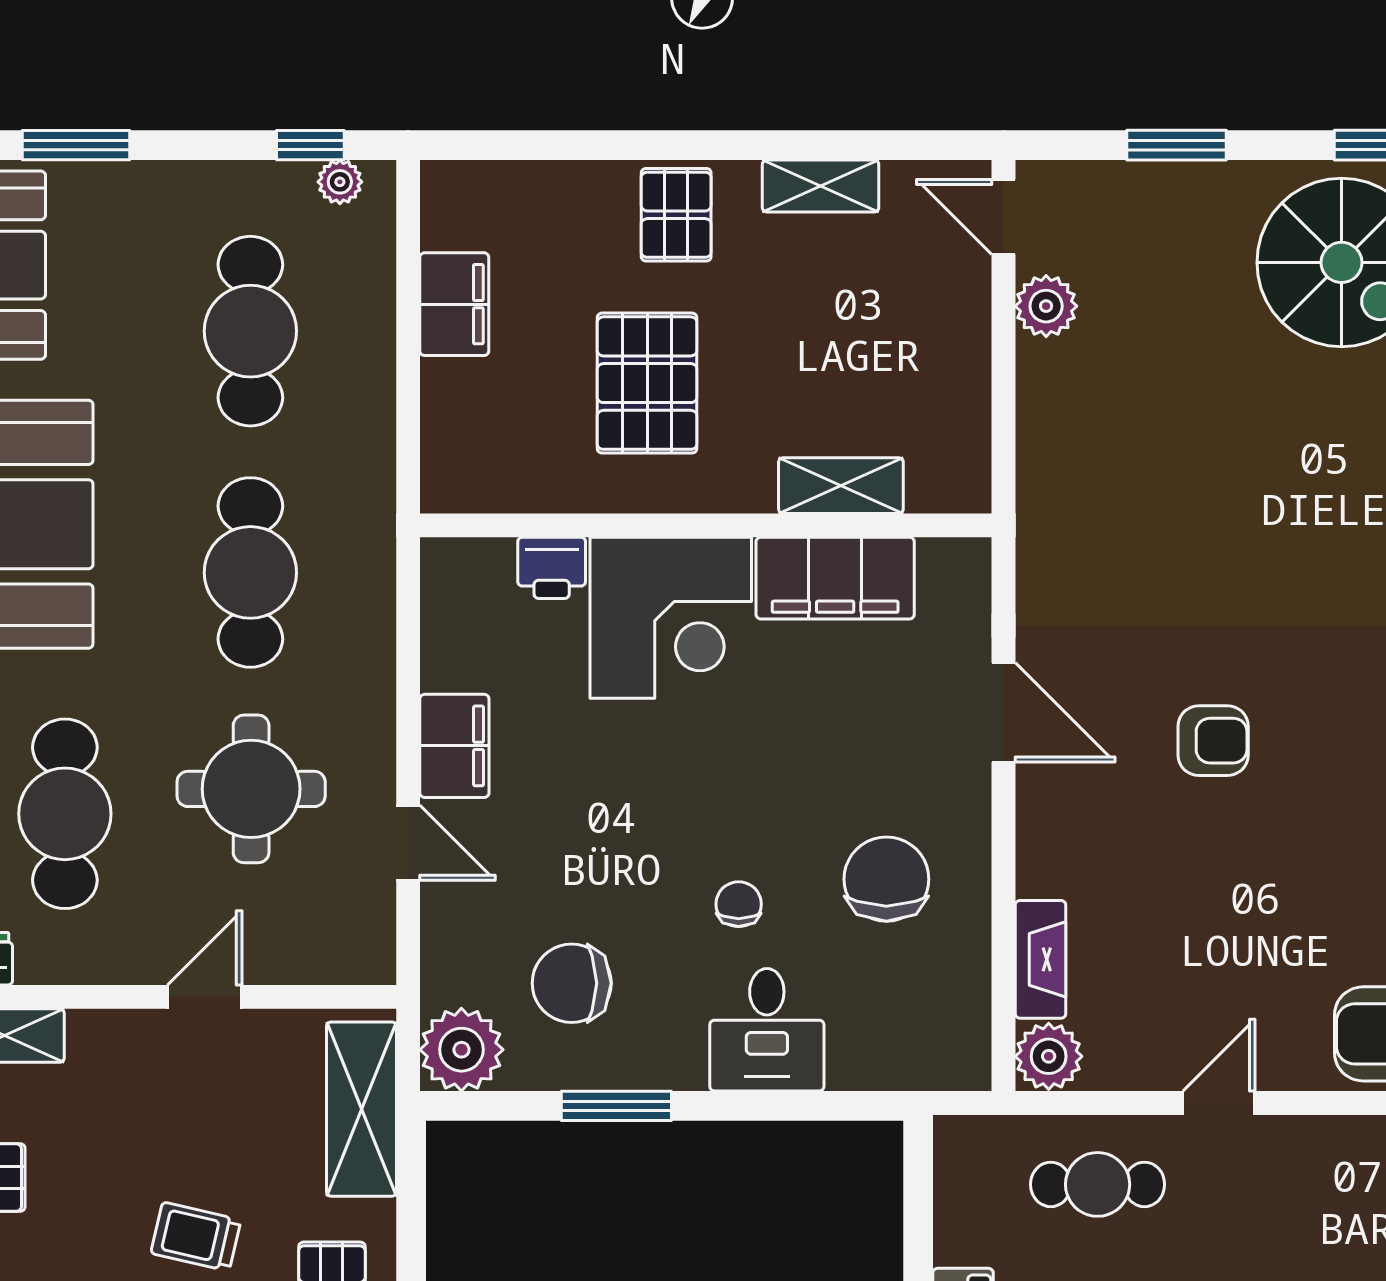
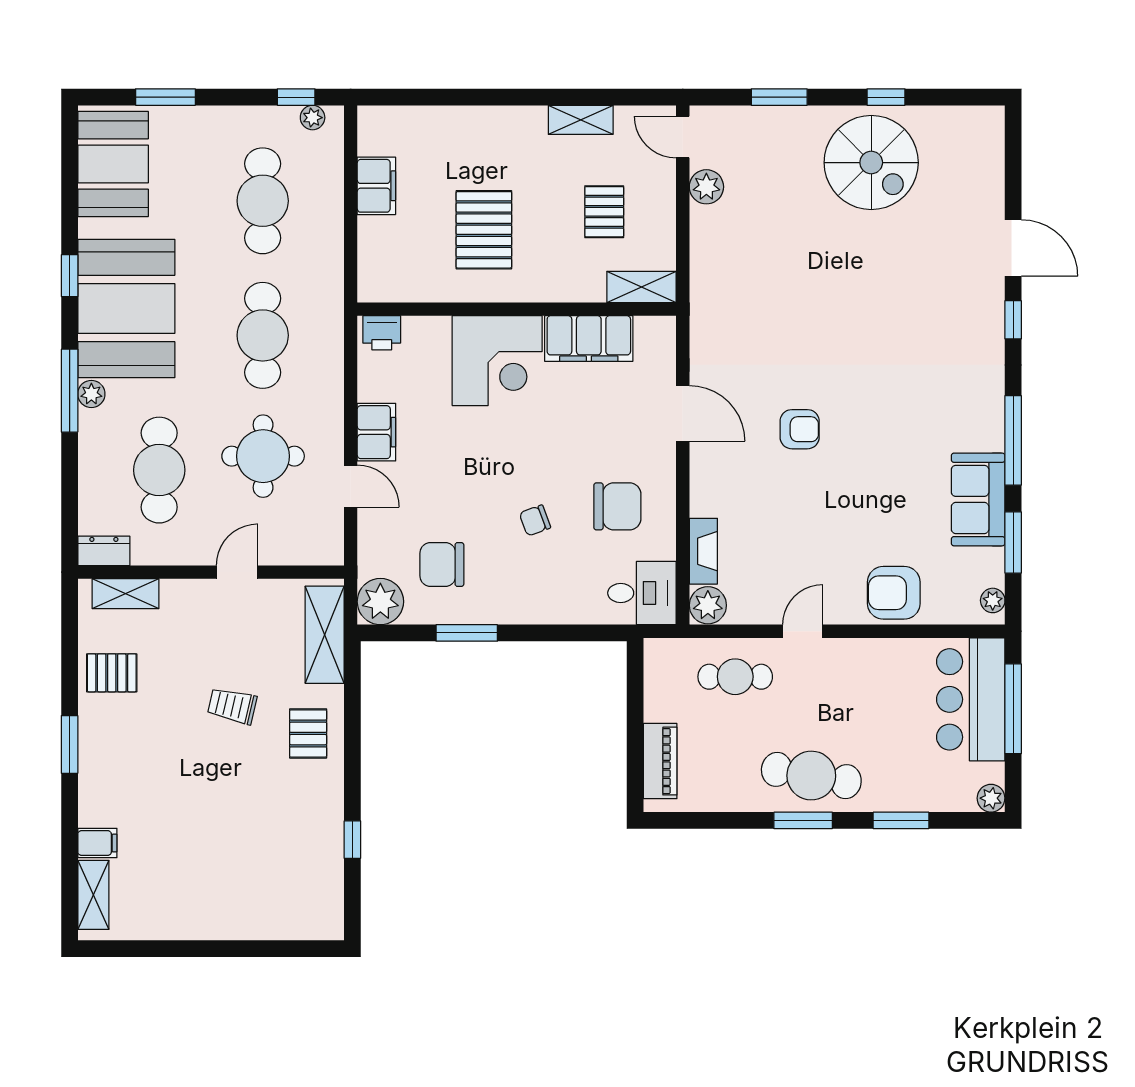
pallet: (676, 215) -> (604, 212), moved
shelving: (841, 486) -> (641, 287), moved
printer: (552, 568) -> (382, 333), moved
chair: (886, 879) -> (617, 506), turned 90
chair: (739, 904) -> (535, 520), turned -110
desk: (767, 1030) -> (642, 593), moved, turned -90

